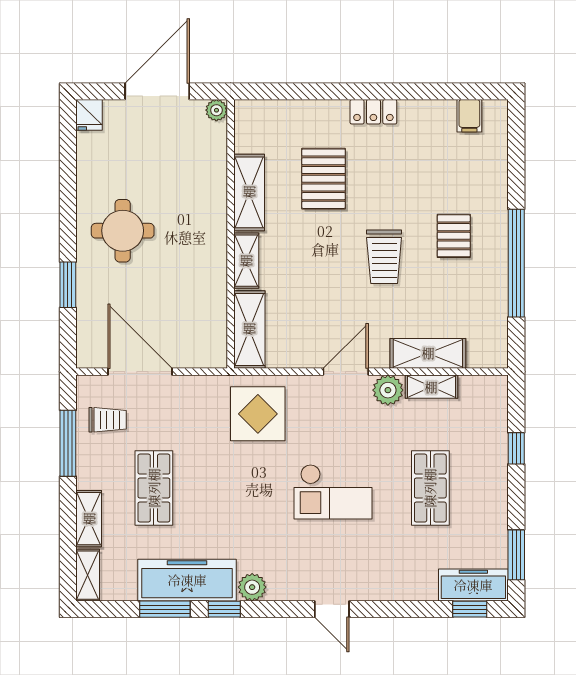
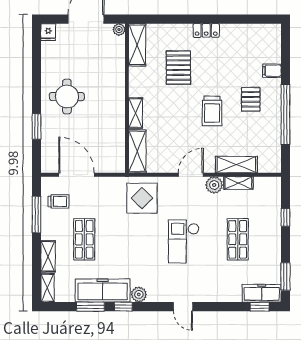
filing cabinet: (469, 116) -> (272, 71), moved, turned 90
shelving: (249, 192) -> (137, 45), moved
checkout: (333, 492) -> (184, 241), turned 90

